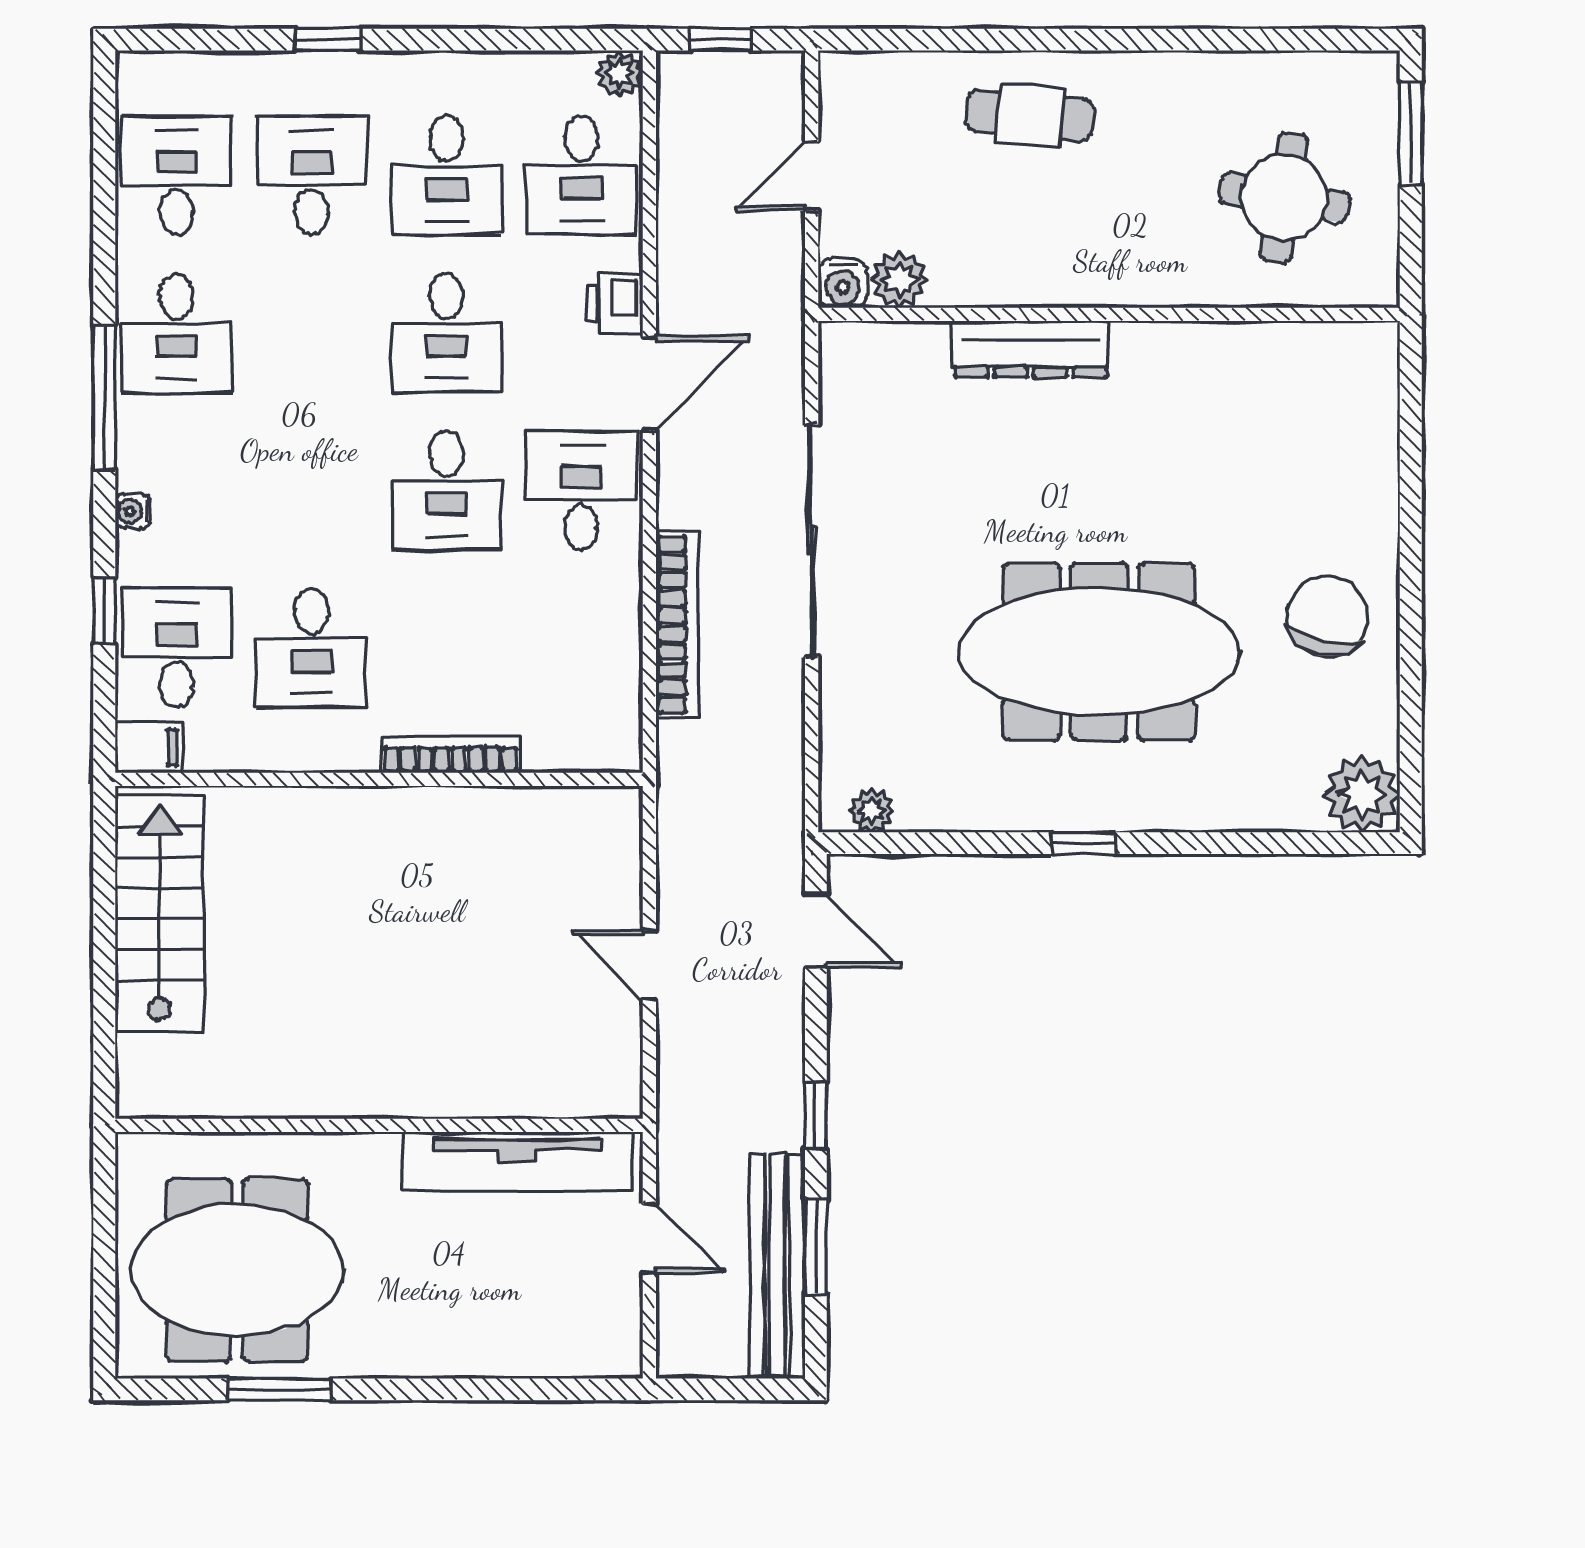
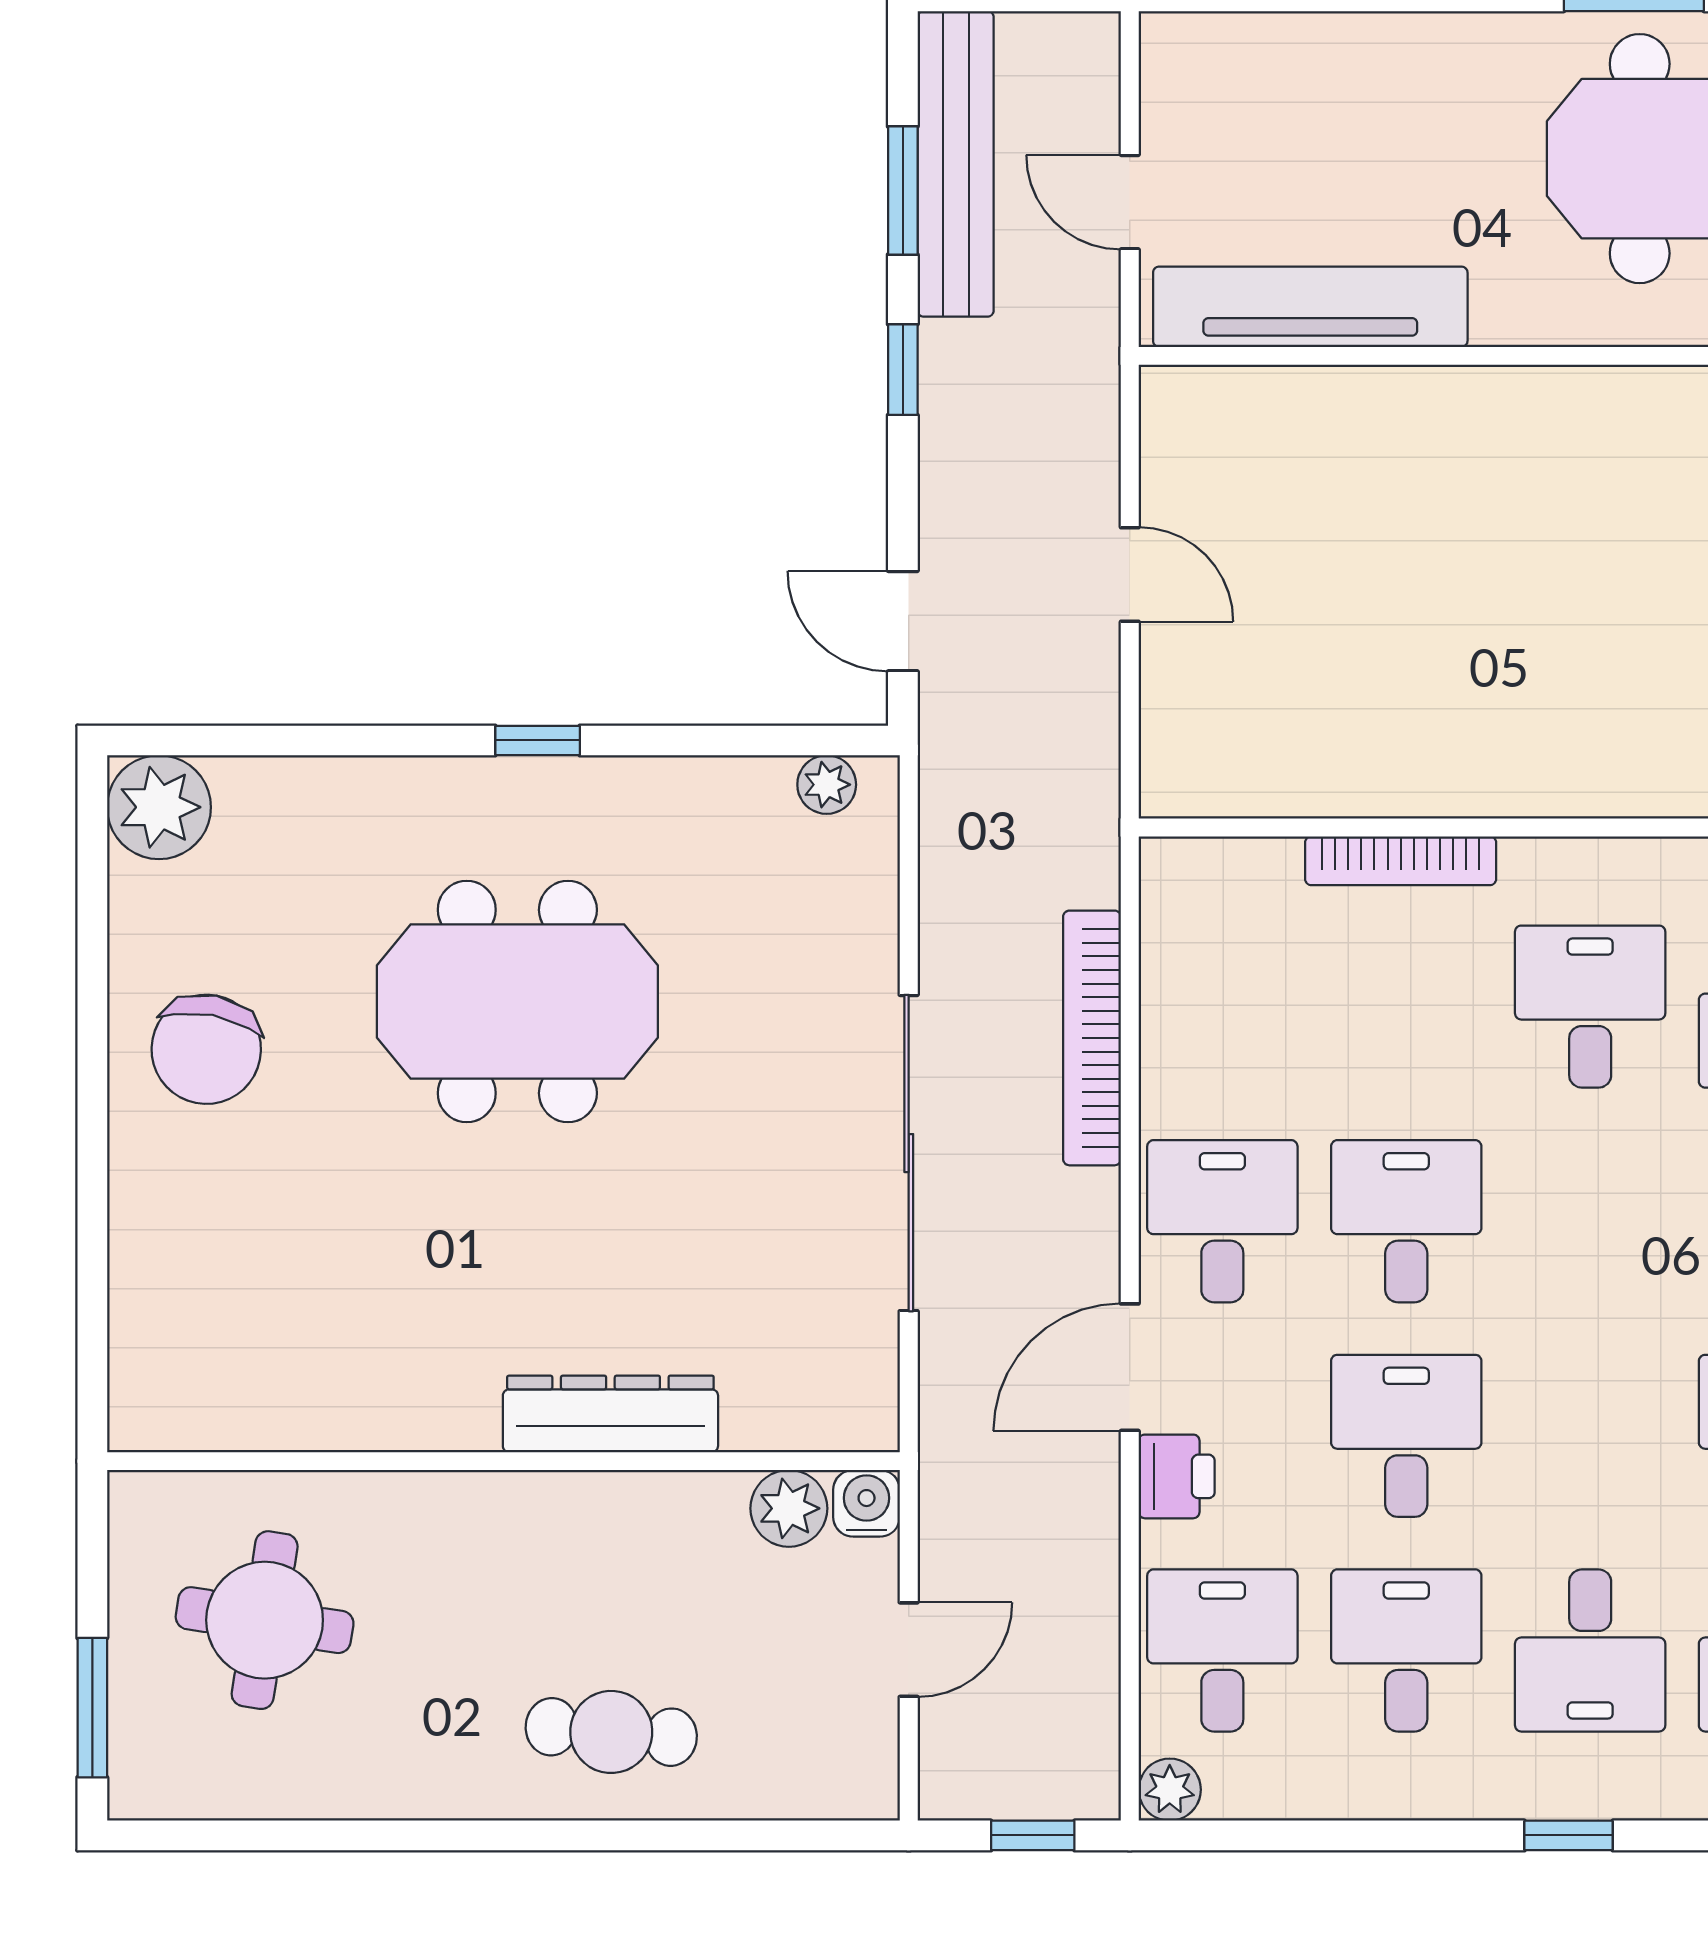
desk: (581, 490) -> (1222, 1221), turned 180
meeting table: (1099, 652) -> (517, 1001), width x0.73

